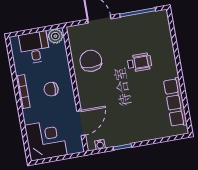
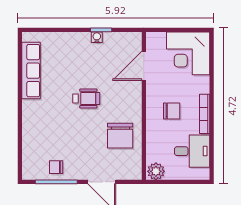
chair: (140, 25) -> (56, 167), added
desk: (35, 47) -> (192, 151), moved, turned -90
wheelchair: (140, 62) -> (86, 98), moved, turned 180
water cooler: (100, 145) -> (97, 37), moved

